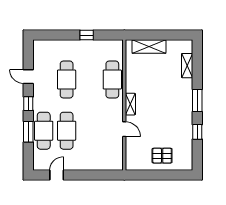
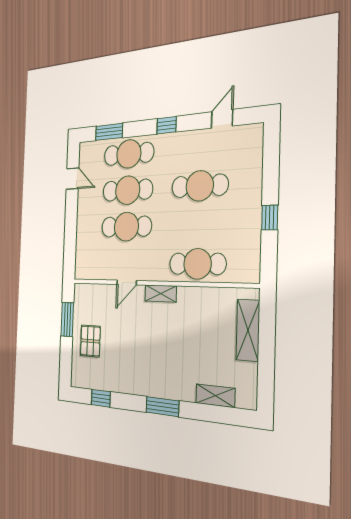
door: (28, 77) -> (222, 119), moved
cafe table: (89, 131) -> (126, 227), added
window: (28, 132) -> (109, 132), moved
window: (197, 132) -> (101, 398), moved
window: (149, 175) -> (67, 319), added

